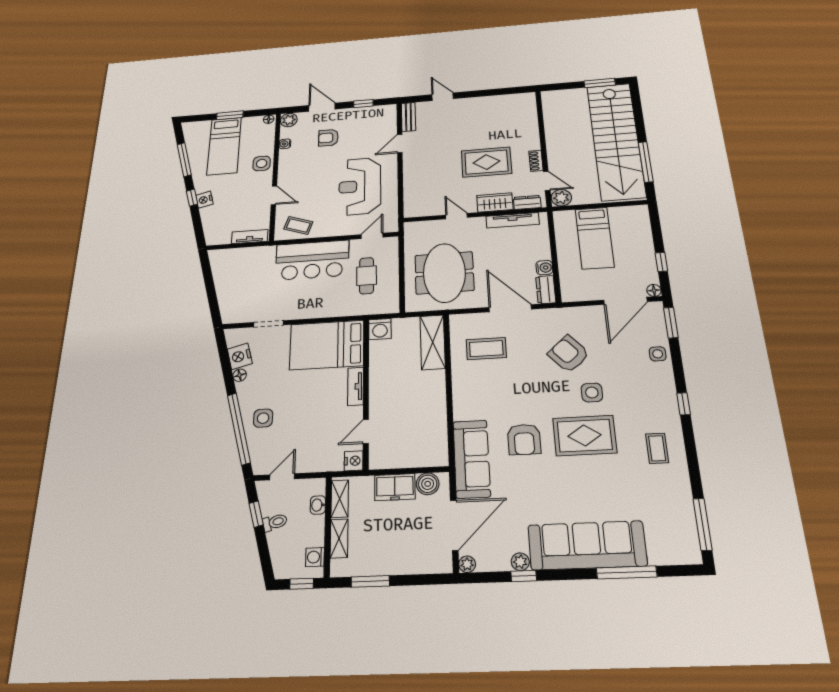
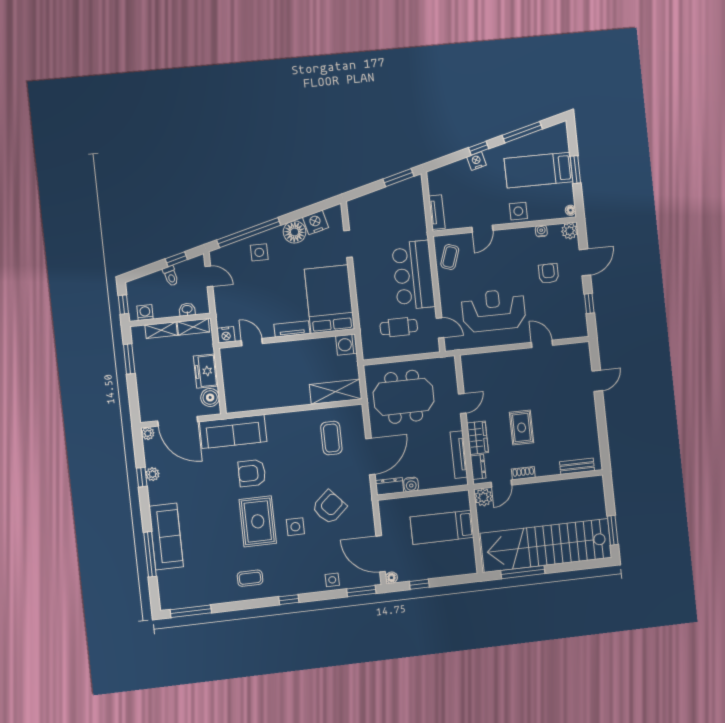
bench: (408, 117) -> (577, 466), moved
rug: (486, 162) -> (522, 428), width x0.73, depth x0.70
window: (207, 272) -> (398, 178), added
floor lamp: (240, 375) -> (295, 232), width x1.89, depth x1.89
sofa: (587, 545) -> (166, 537), width x0.74, depth x0.79

